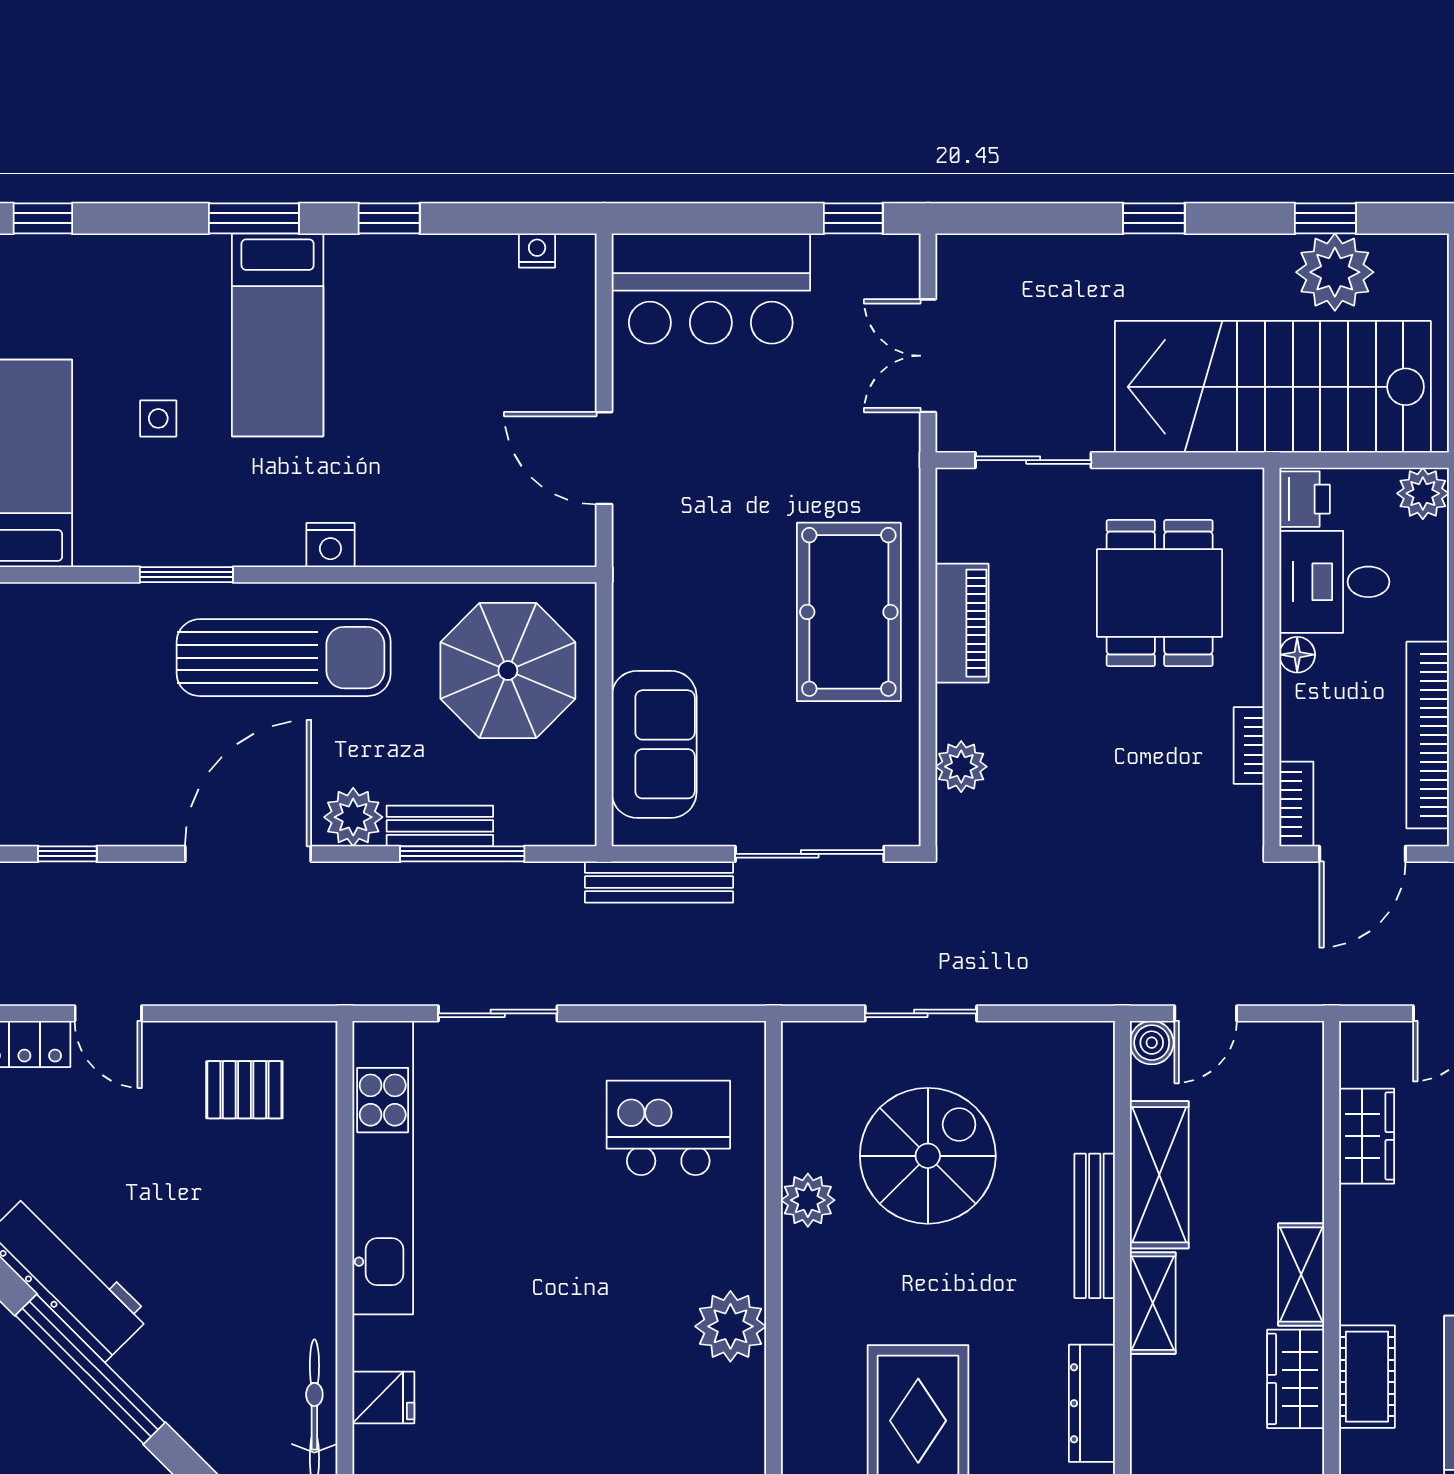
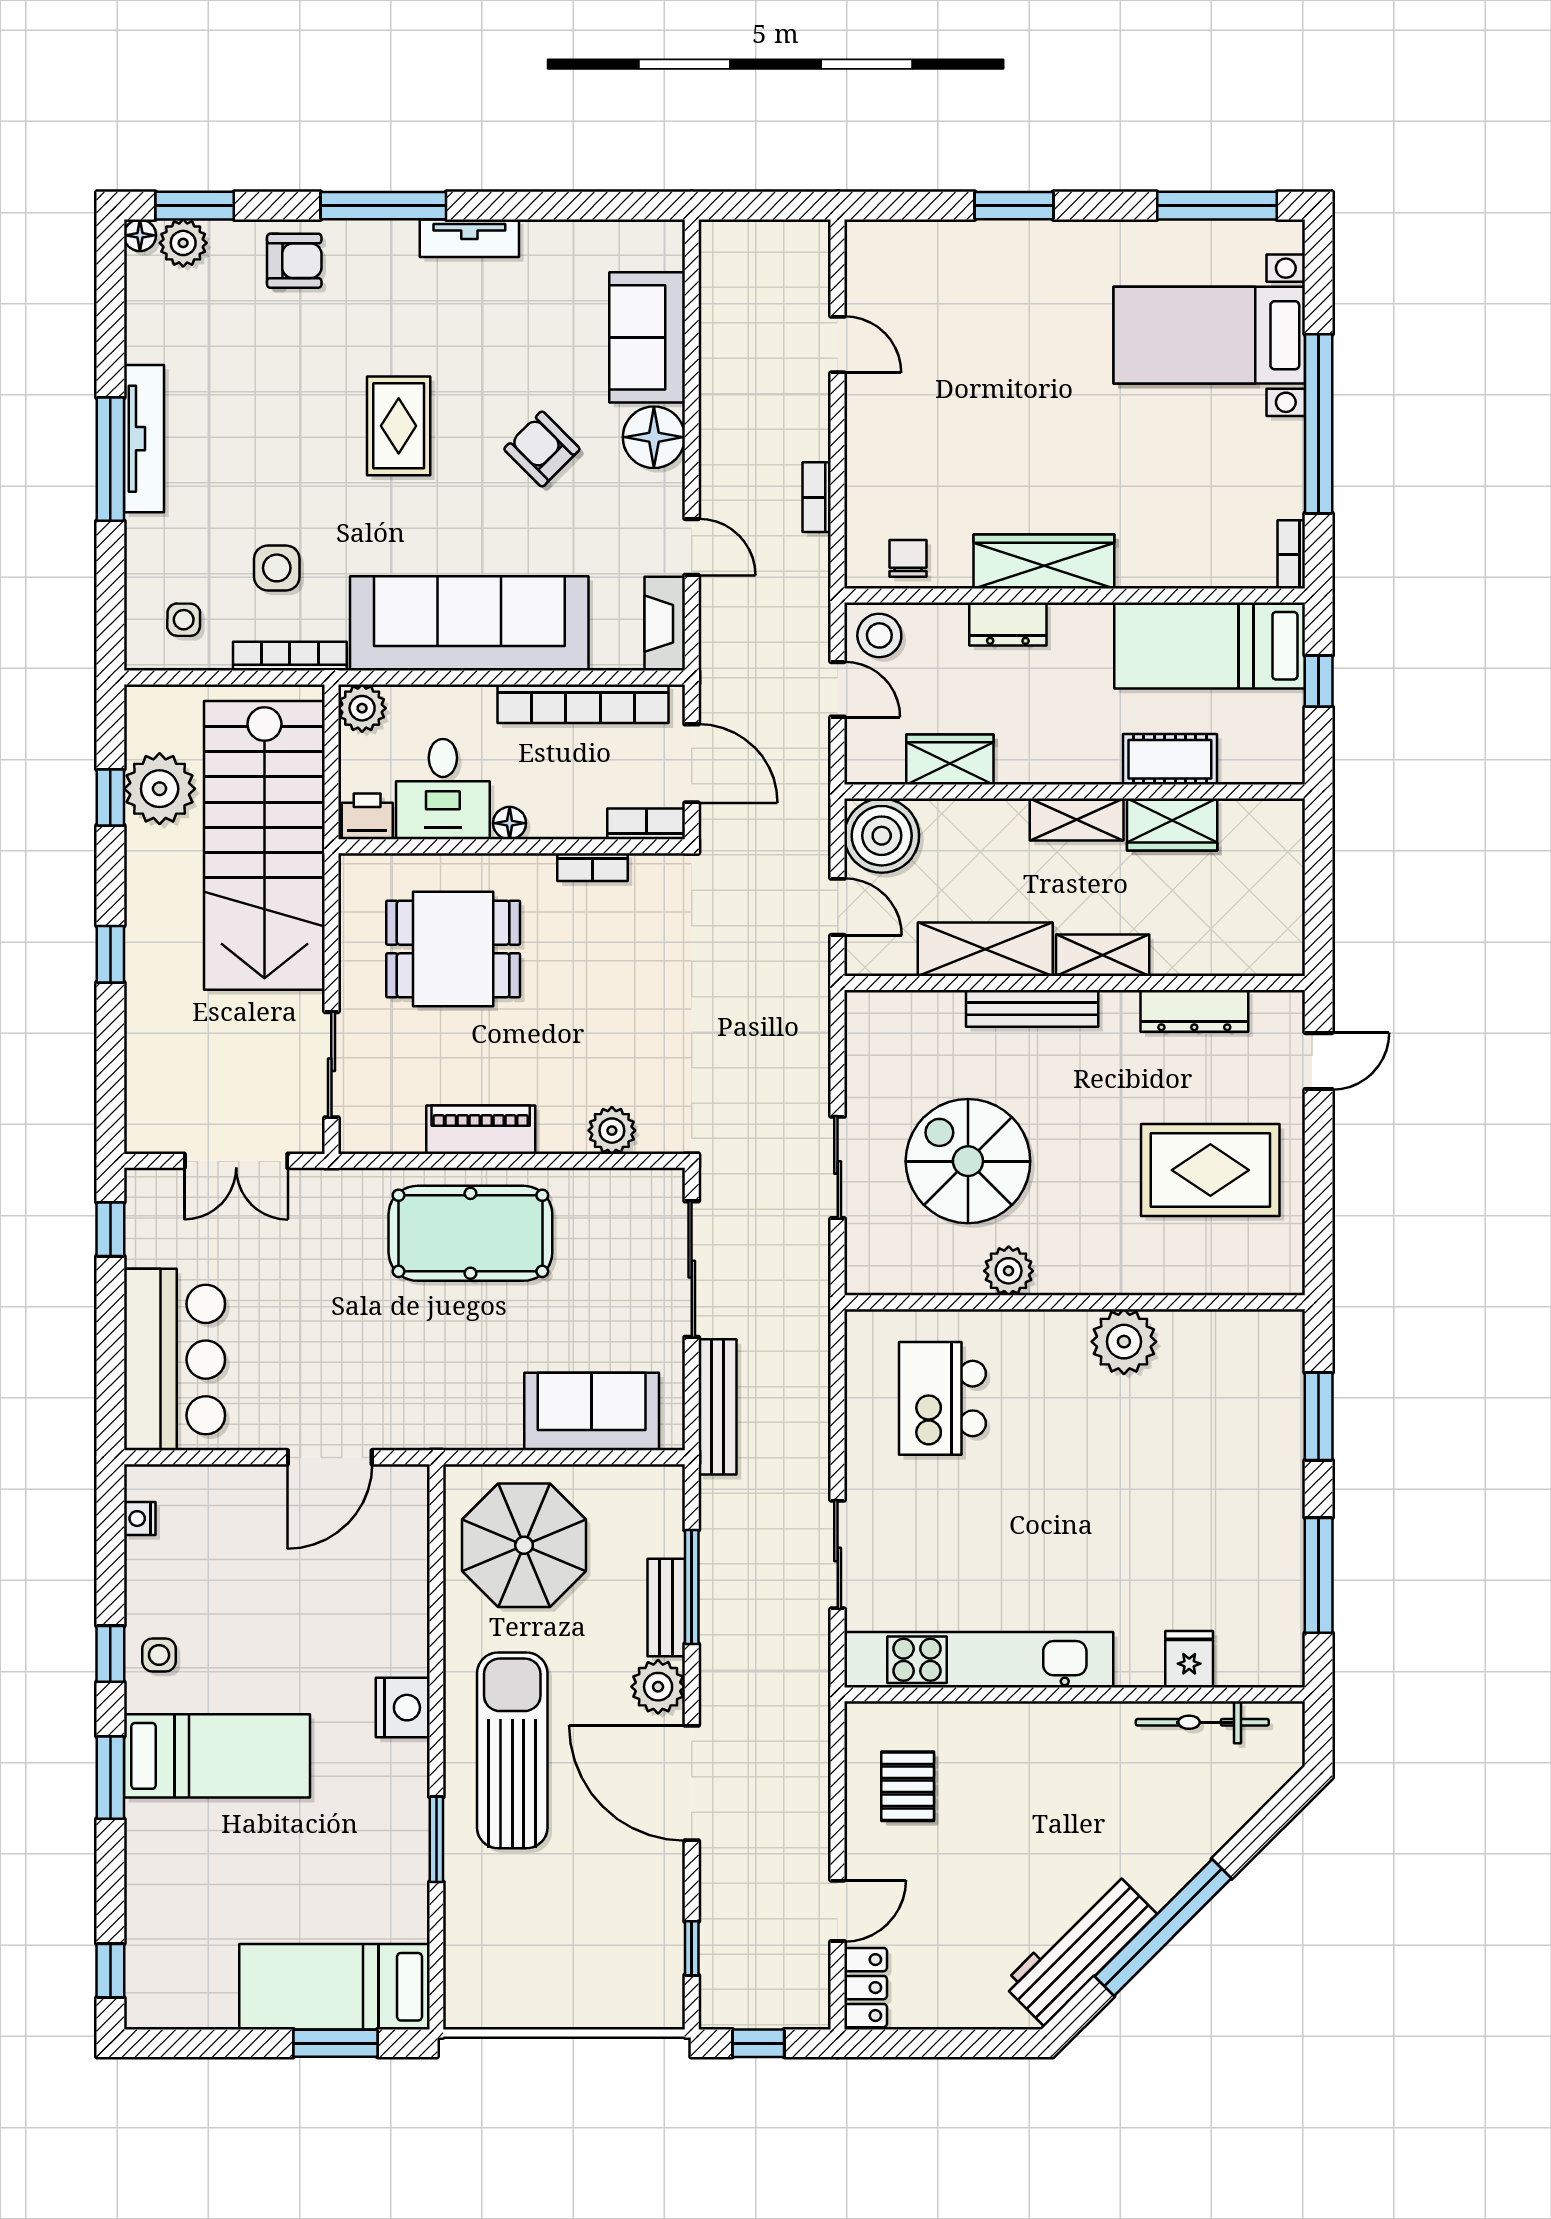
side table: (158, 418) -> (159, 1655), moved
nightstand: (330, 545) -> (403, 1708), width x1.36, depth x1.33
boiler: (1152, 1043) -> (882, 836), moved, width x1.86, depth x1.86

